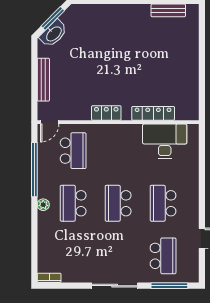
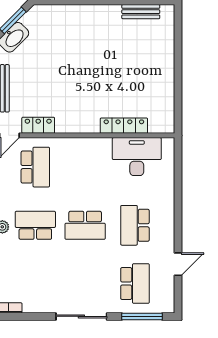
locker: (106, 113) -> (38, 125), moved
school desk: (73, 203) -> (35, 225), turned 90
school desk: (118, 203) -> (85, 225), turned -90

